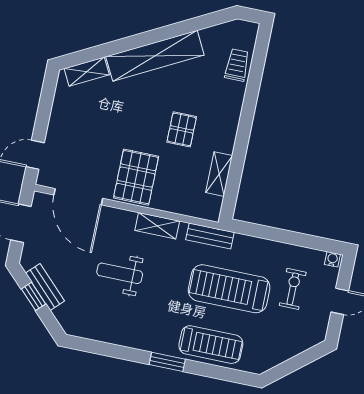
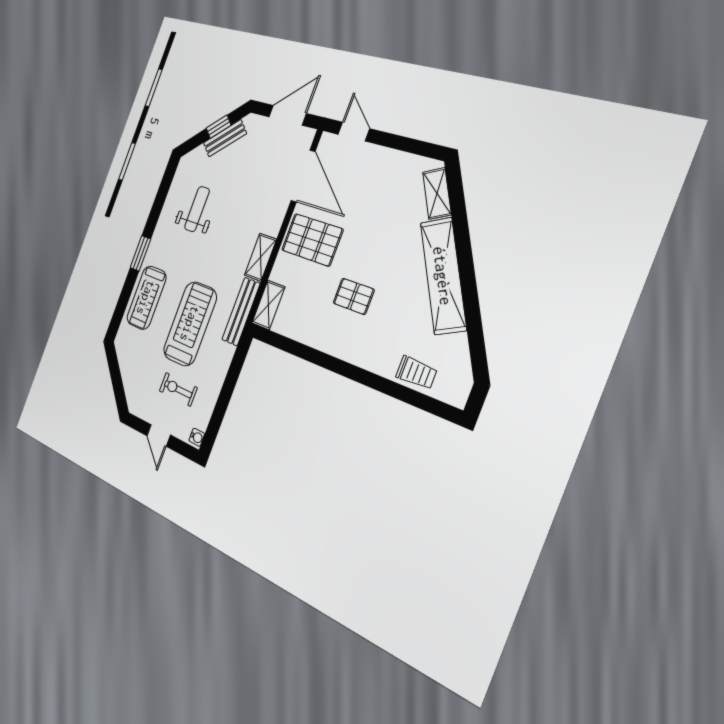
shelving: (219, 174) -> (268, 305), moved, turned 90
door: (78, 197) -> (303, 176), swing flipped
bench: (210, 236) -> (241, 312), width x1.36
weight bench: (120, 273) -> (197, 209), moved
exercise bike: (293, 289) -> (178, 389), turned 180

